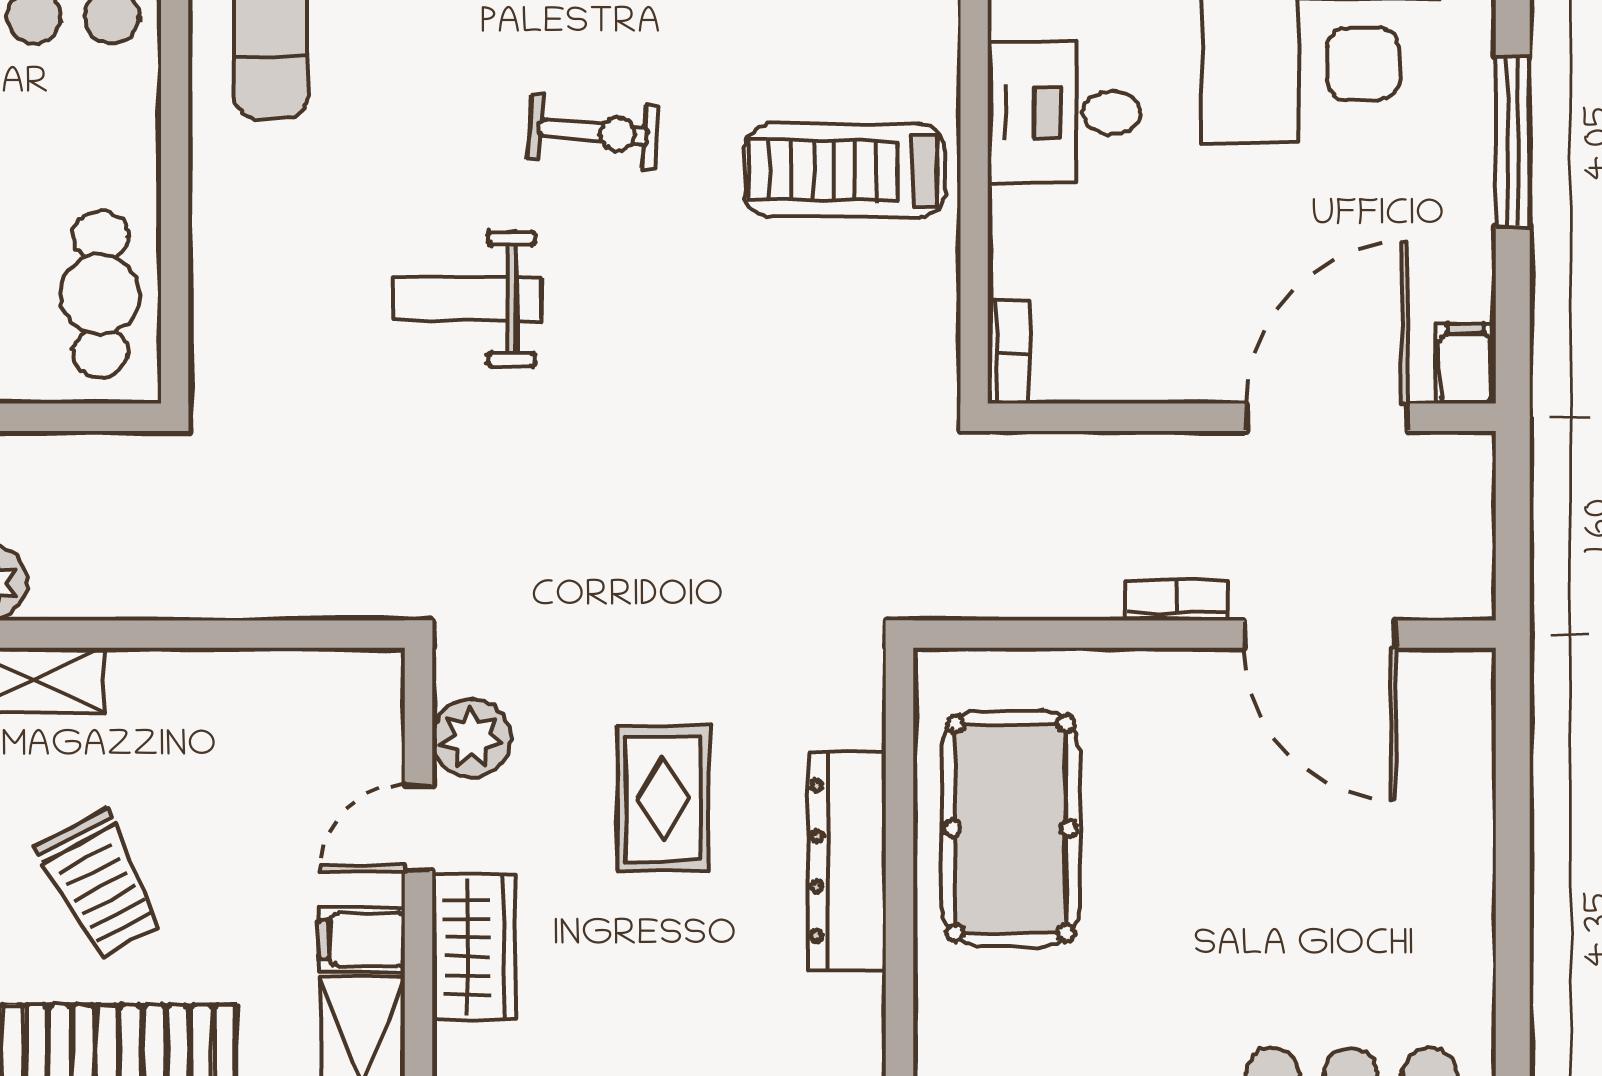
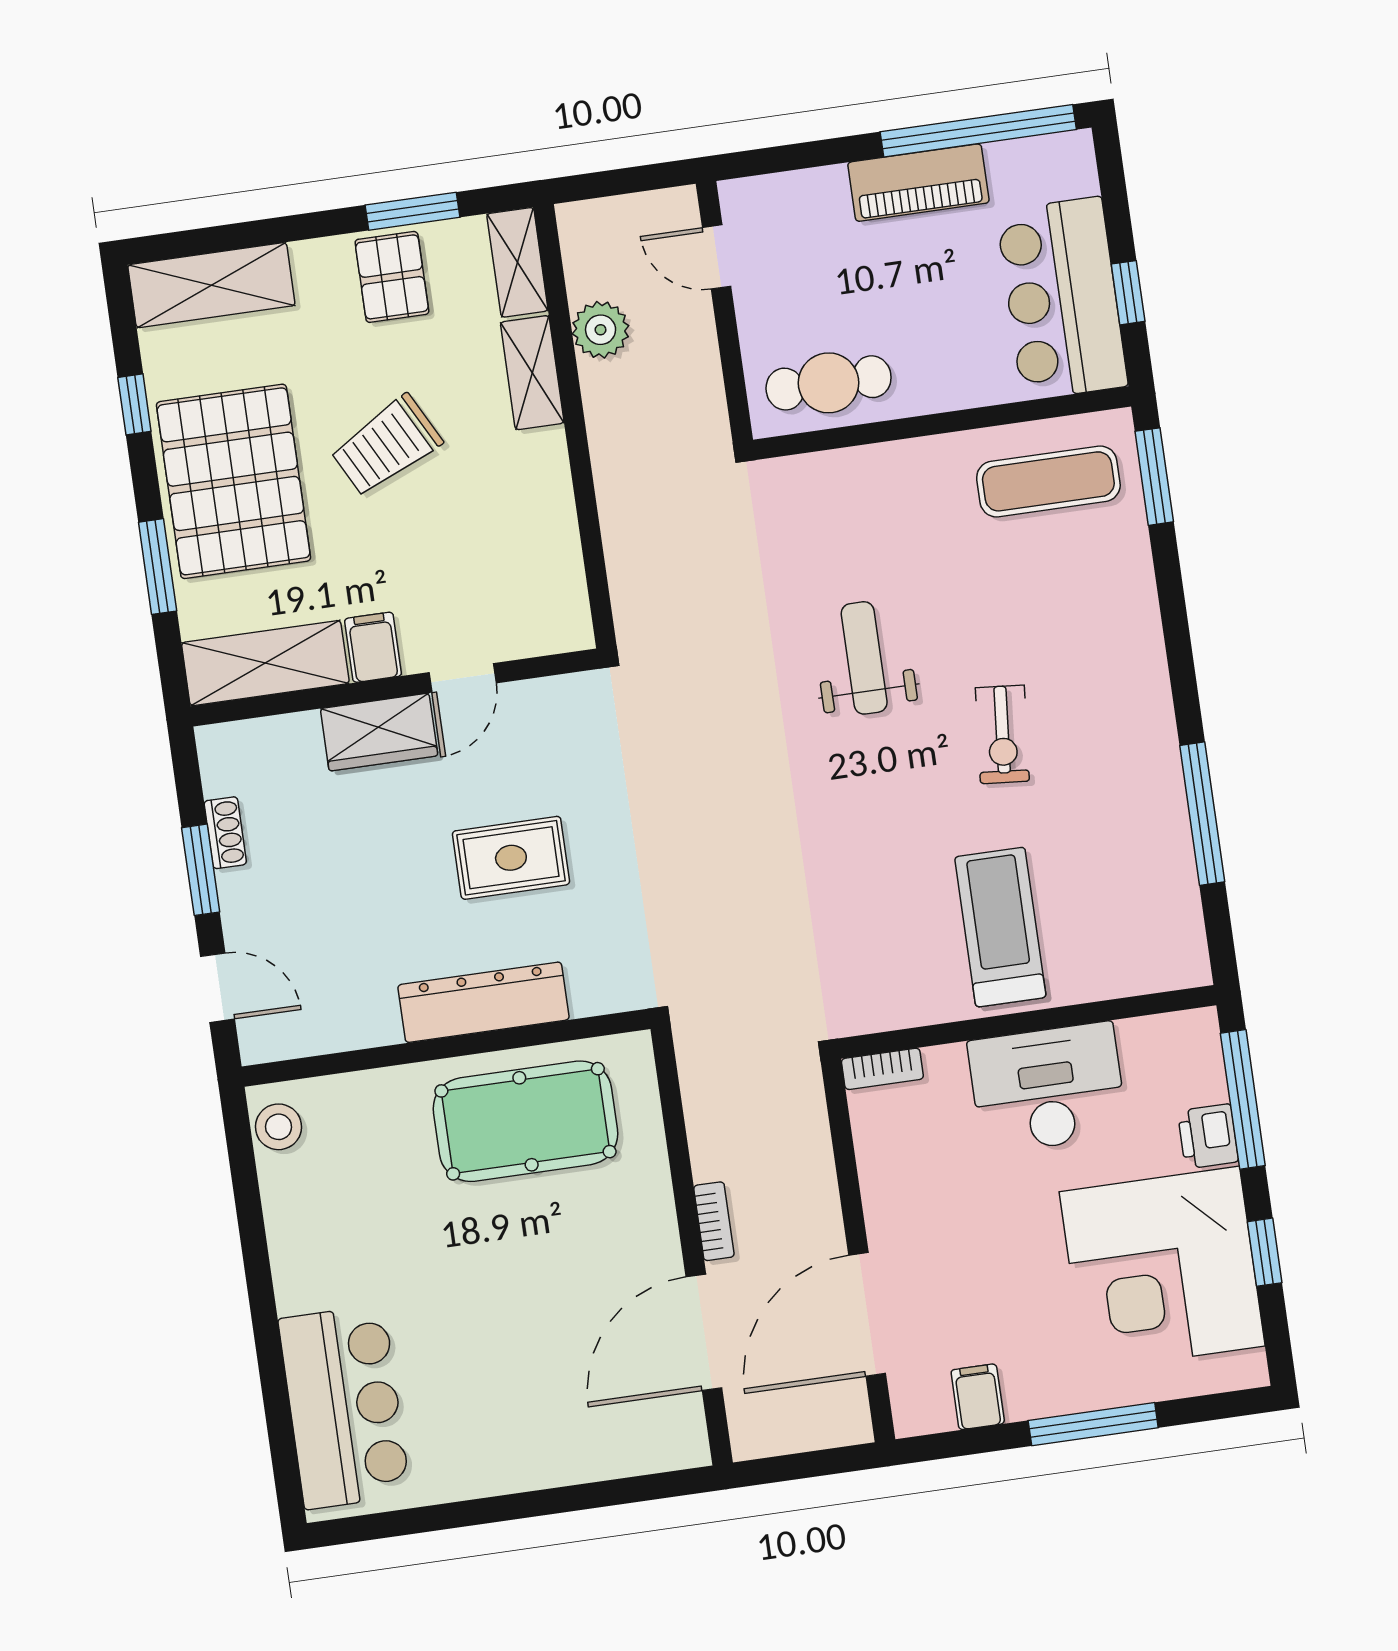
desk: (1064, 113) -> (1047, 1088), width x1.37
filing cabinet: (1466, 363) -> (978, 1397), moved, turned -90
door: (1327, 417) -> (867, 1314), swing flipped
plant: (471, 738) -> (536, 708), removed
door: (418, 828) -> (463, 678), swing flipped

